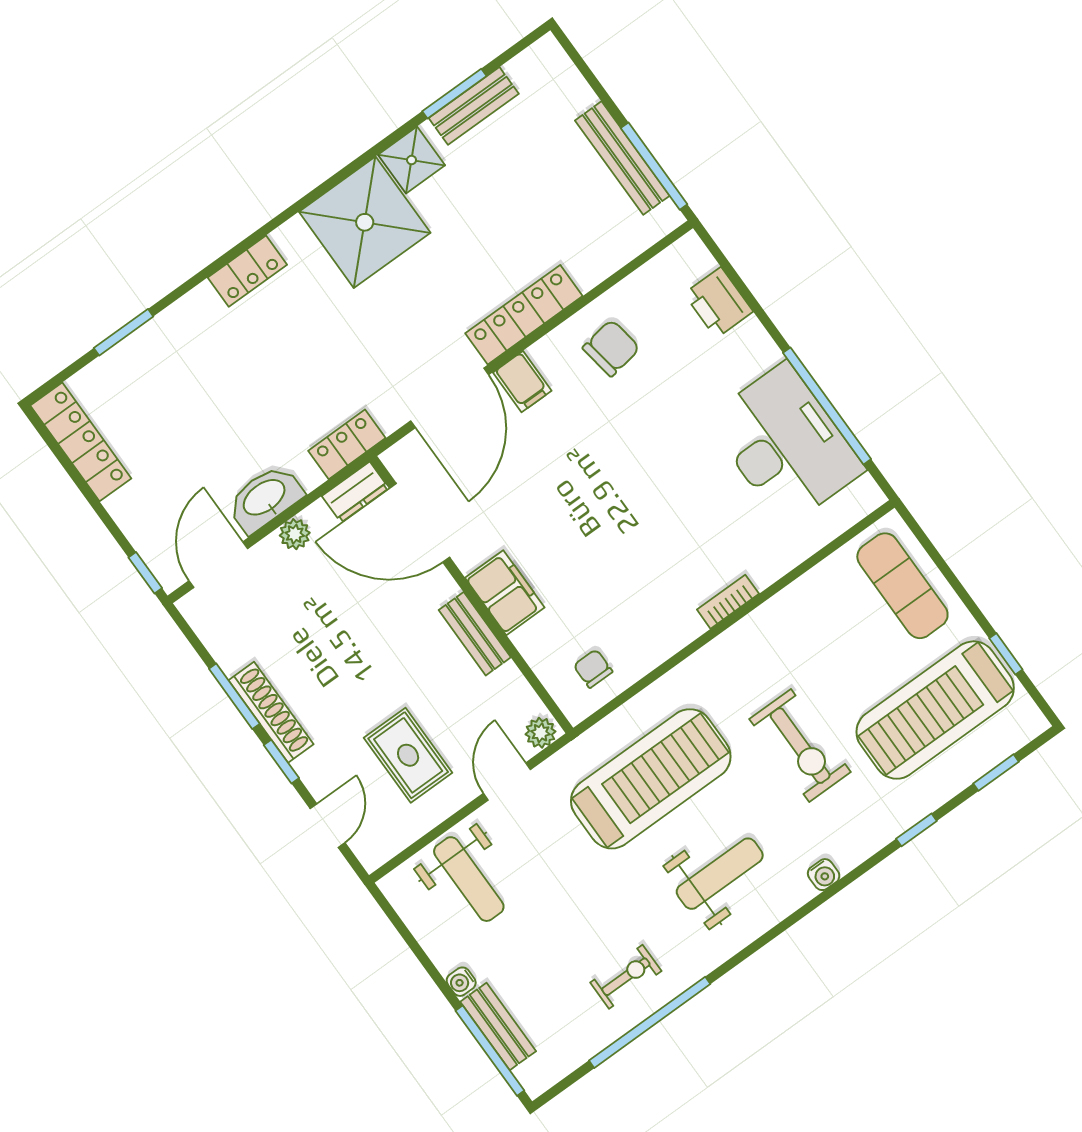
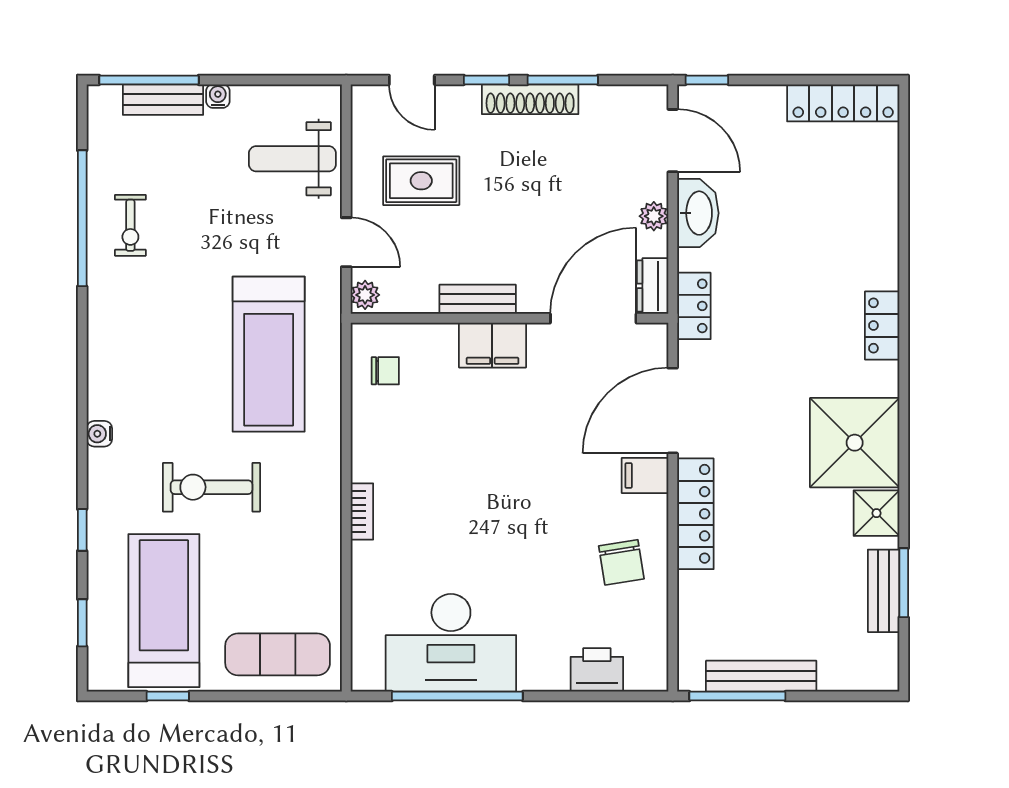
window: (124, 332) -> (904, 197), removed
door: (450, 398) -> (673, 411), hinge flipped
weight bench: (720, 874) -> (158, 355), removed

